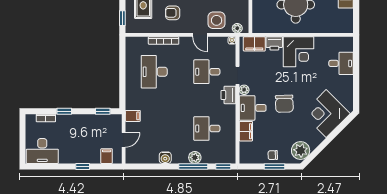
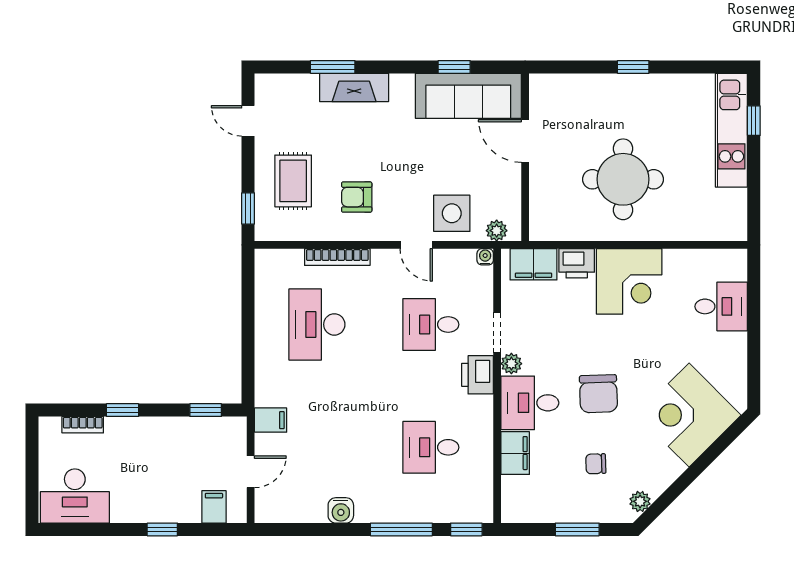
plant: (301, 151) -> (640, 501), width x0.53, depth x0.53
chair: (273, 155) -> (596, 464), moved
plant: (195, 157) -> (405, 510), removed

